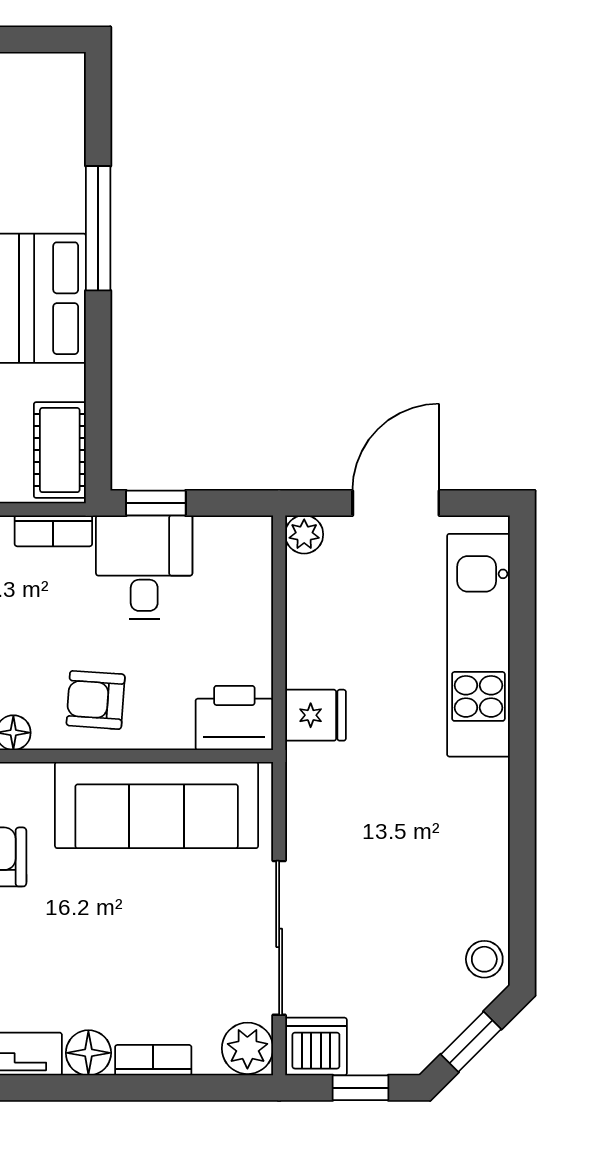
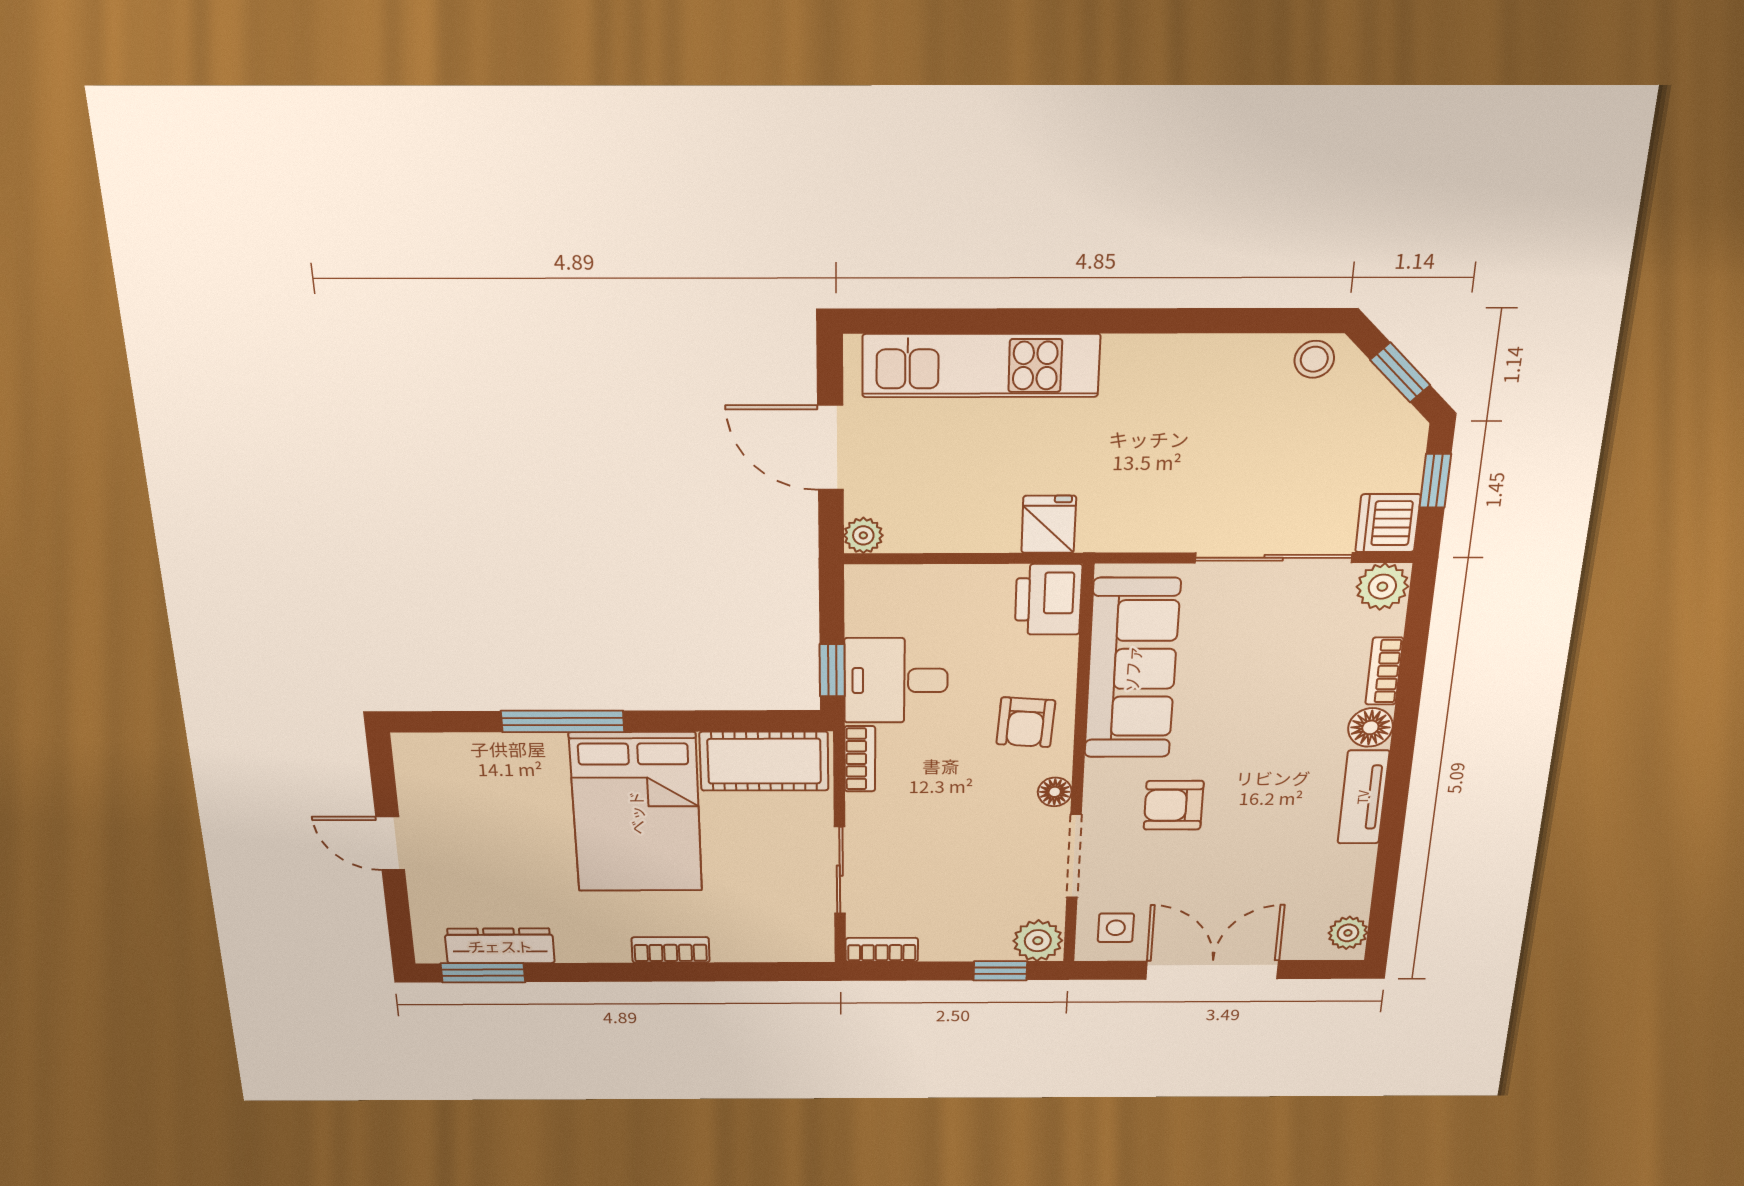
cot: (60, 450) -> (764, 761), width x1.37, depth x1.34

